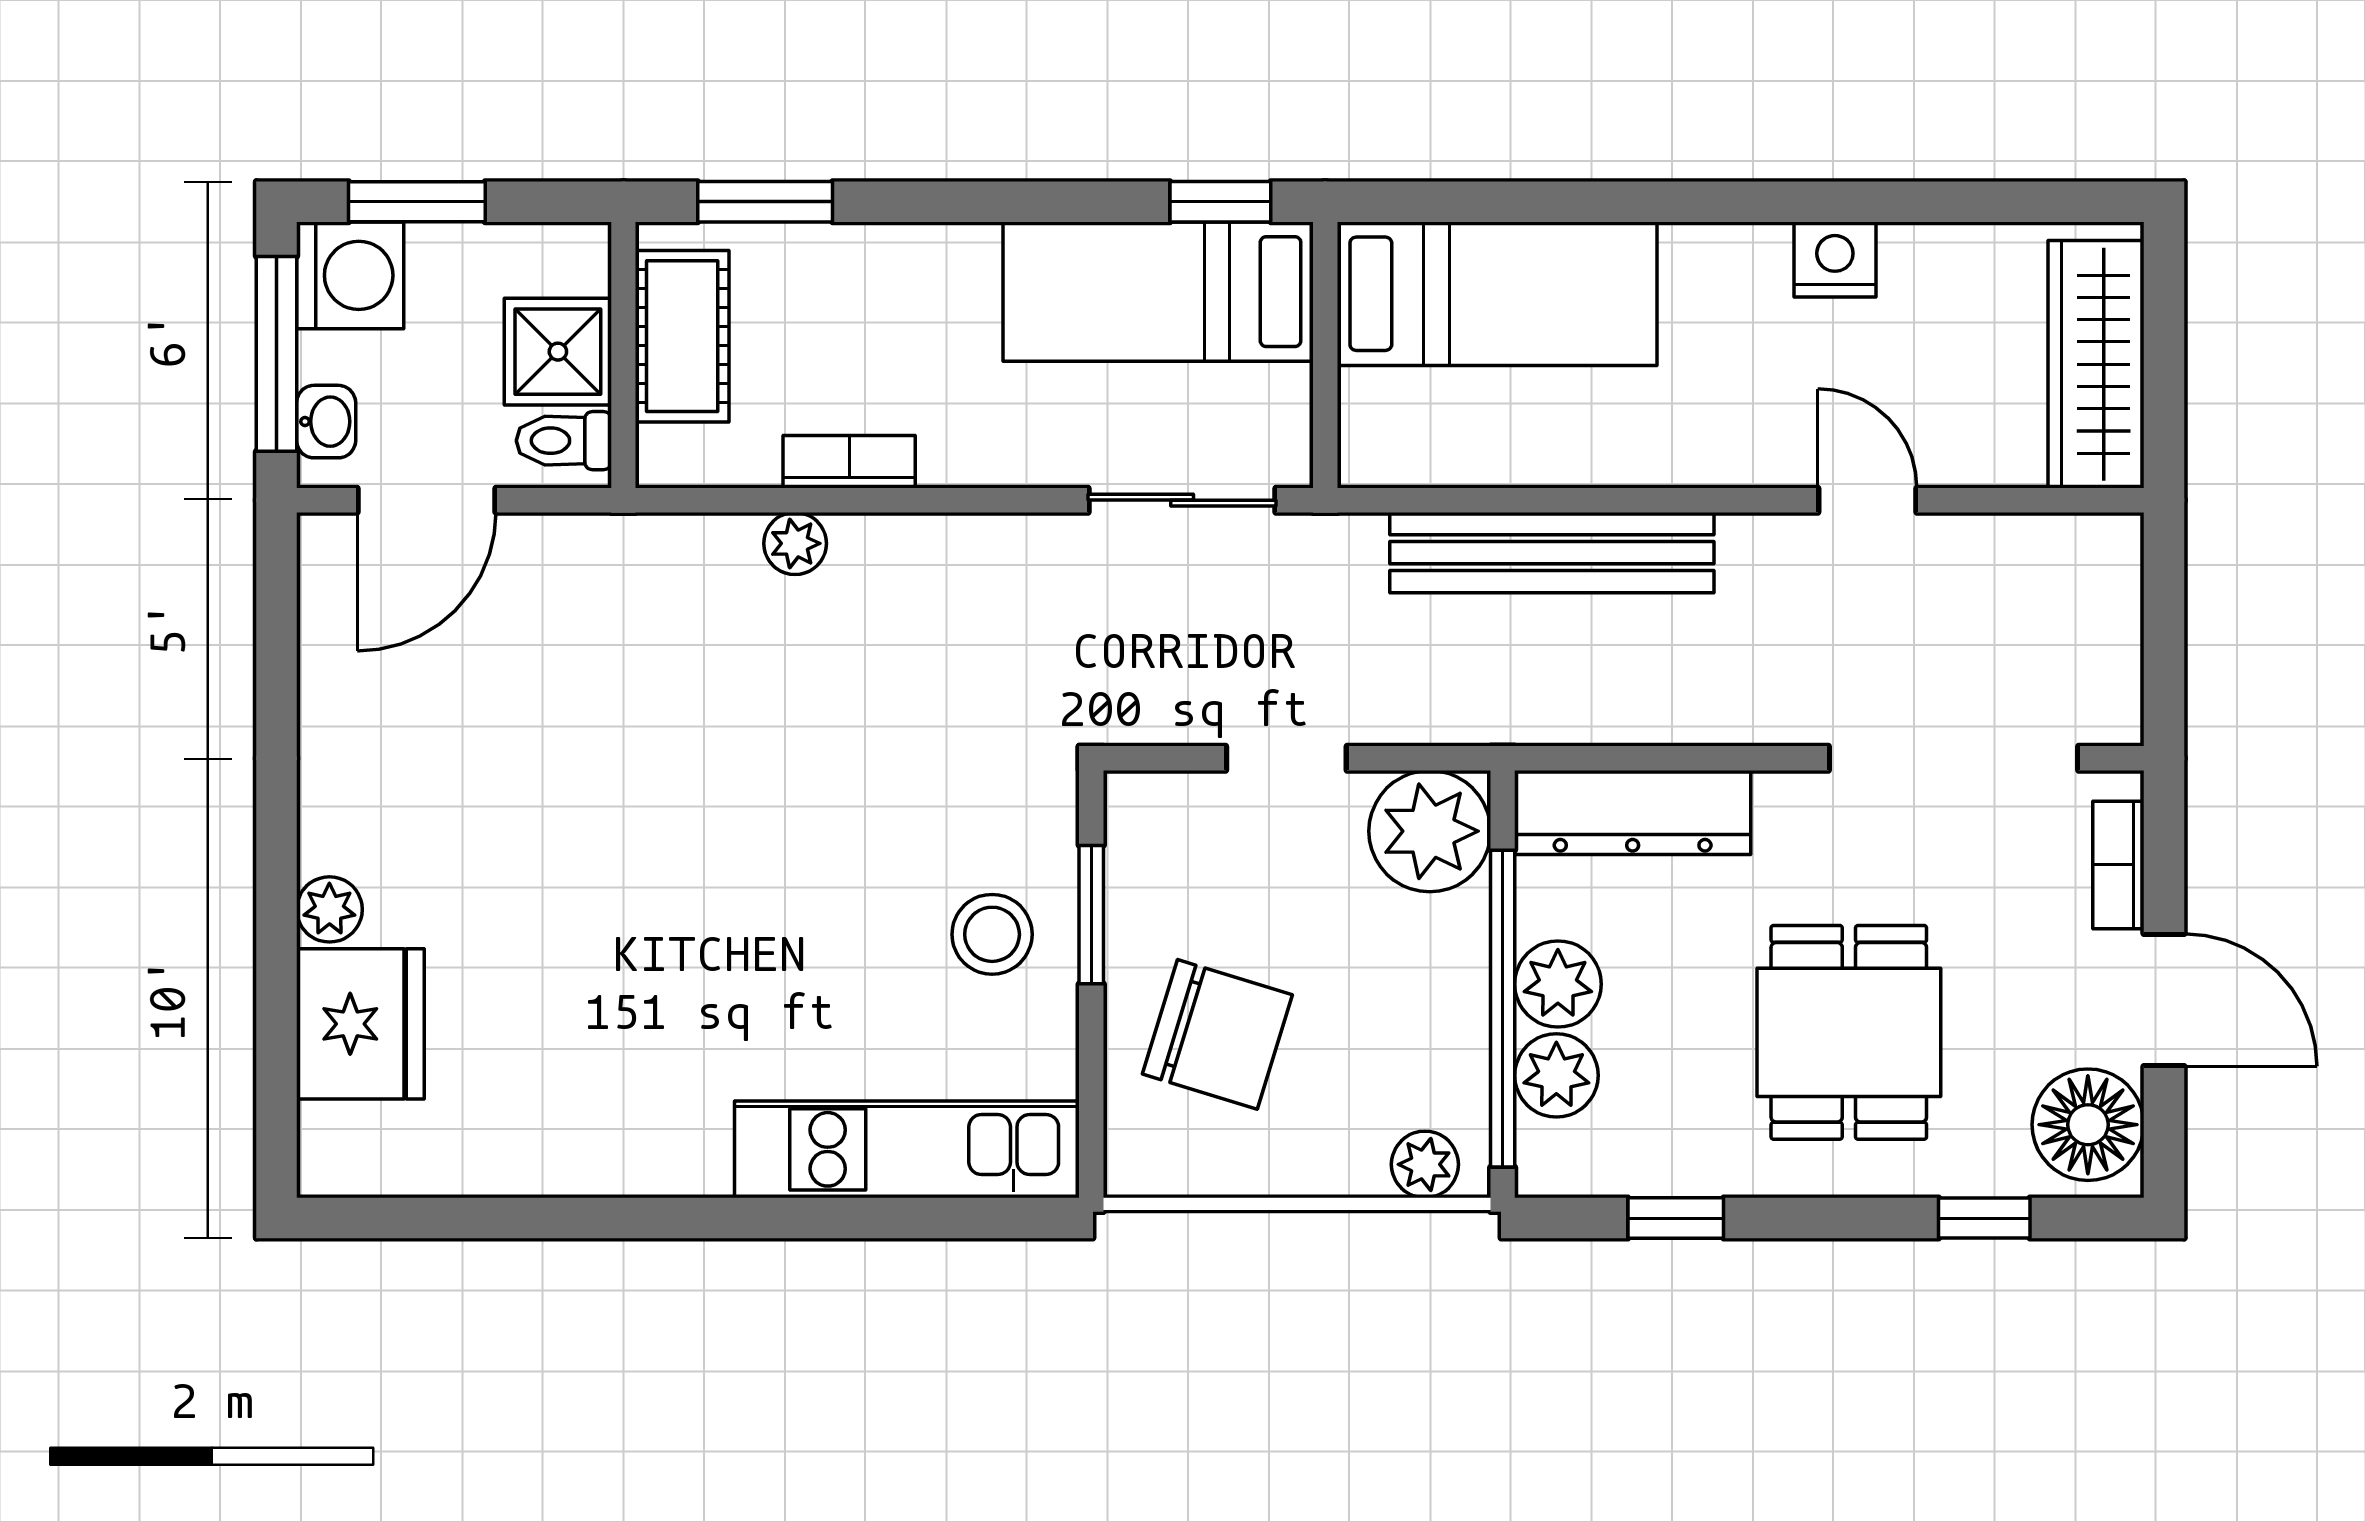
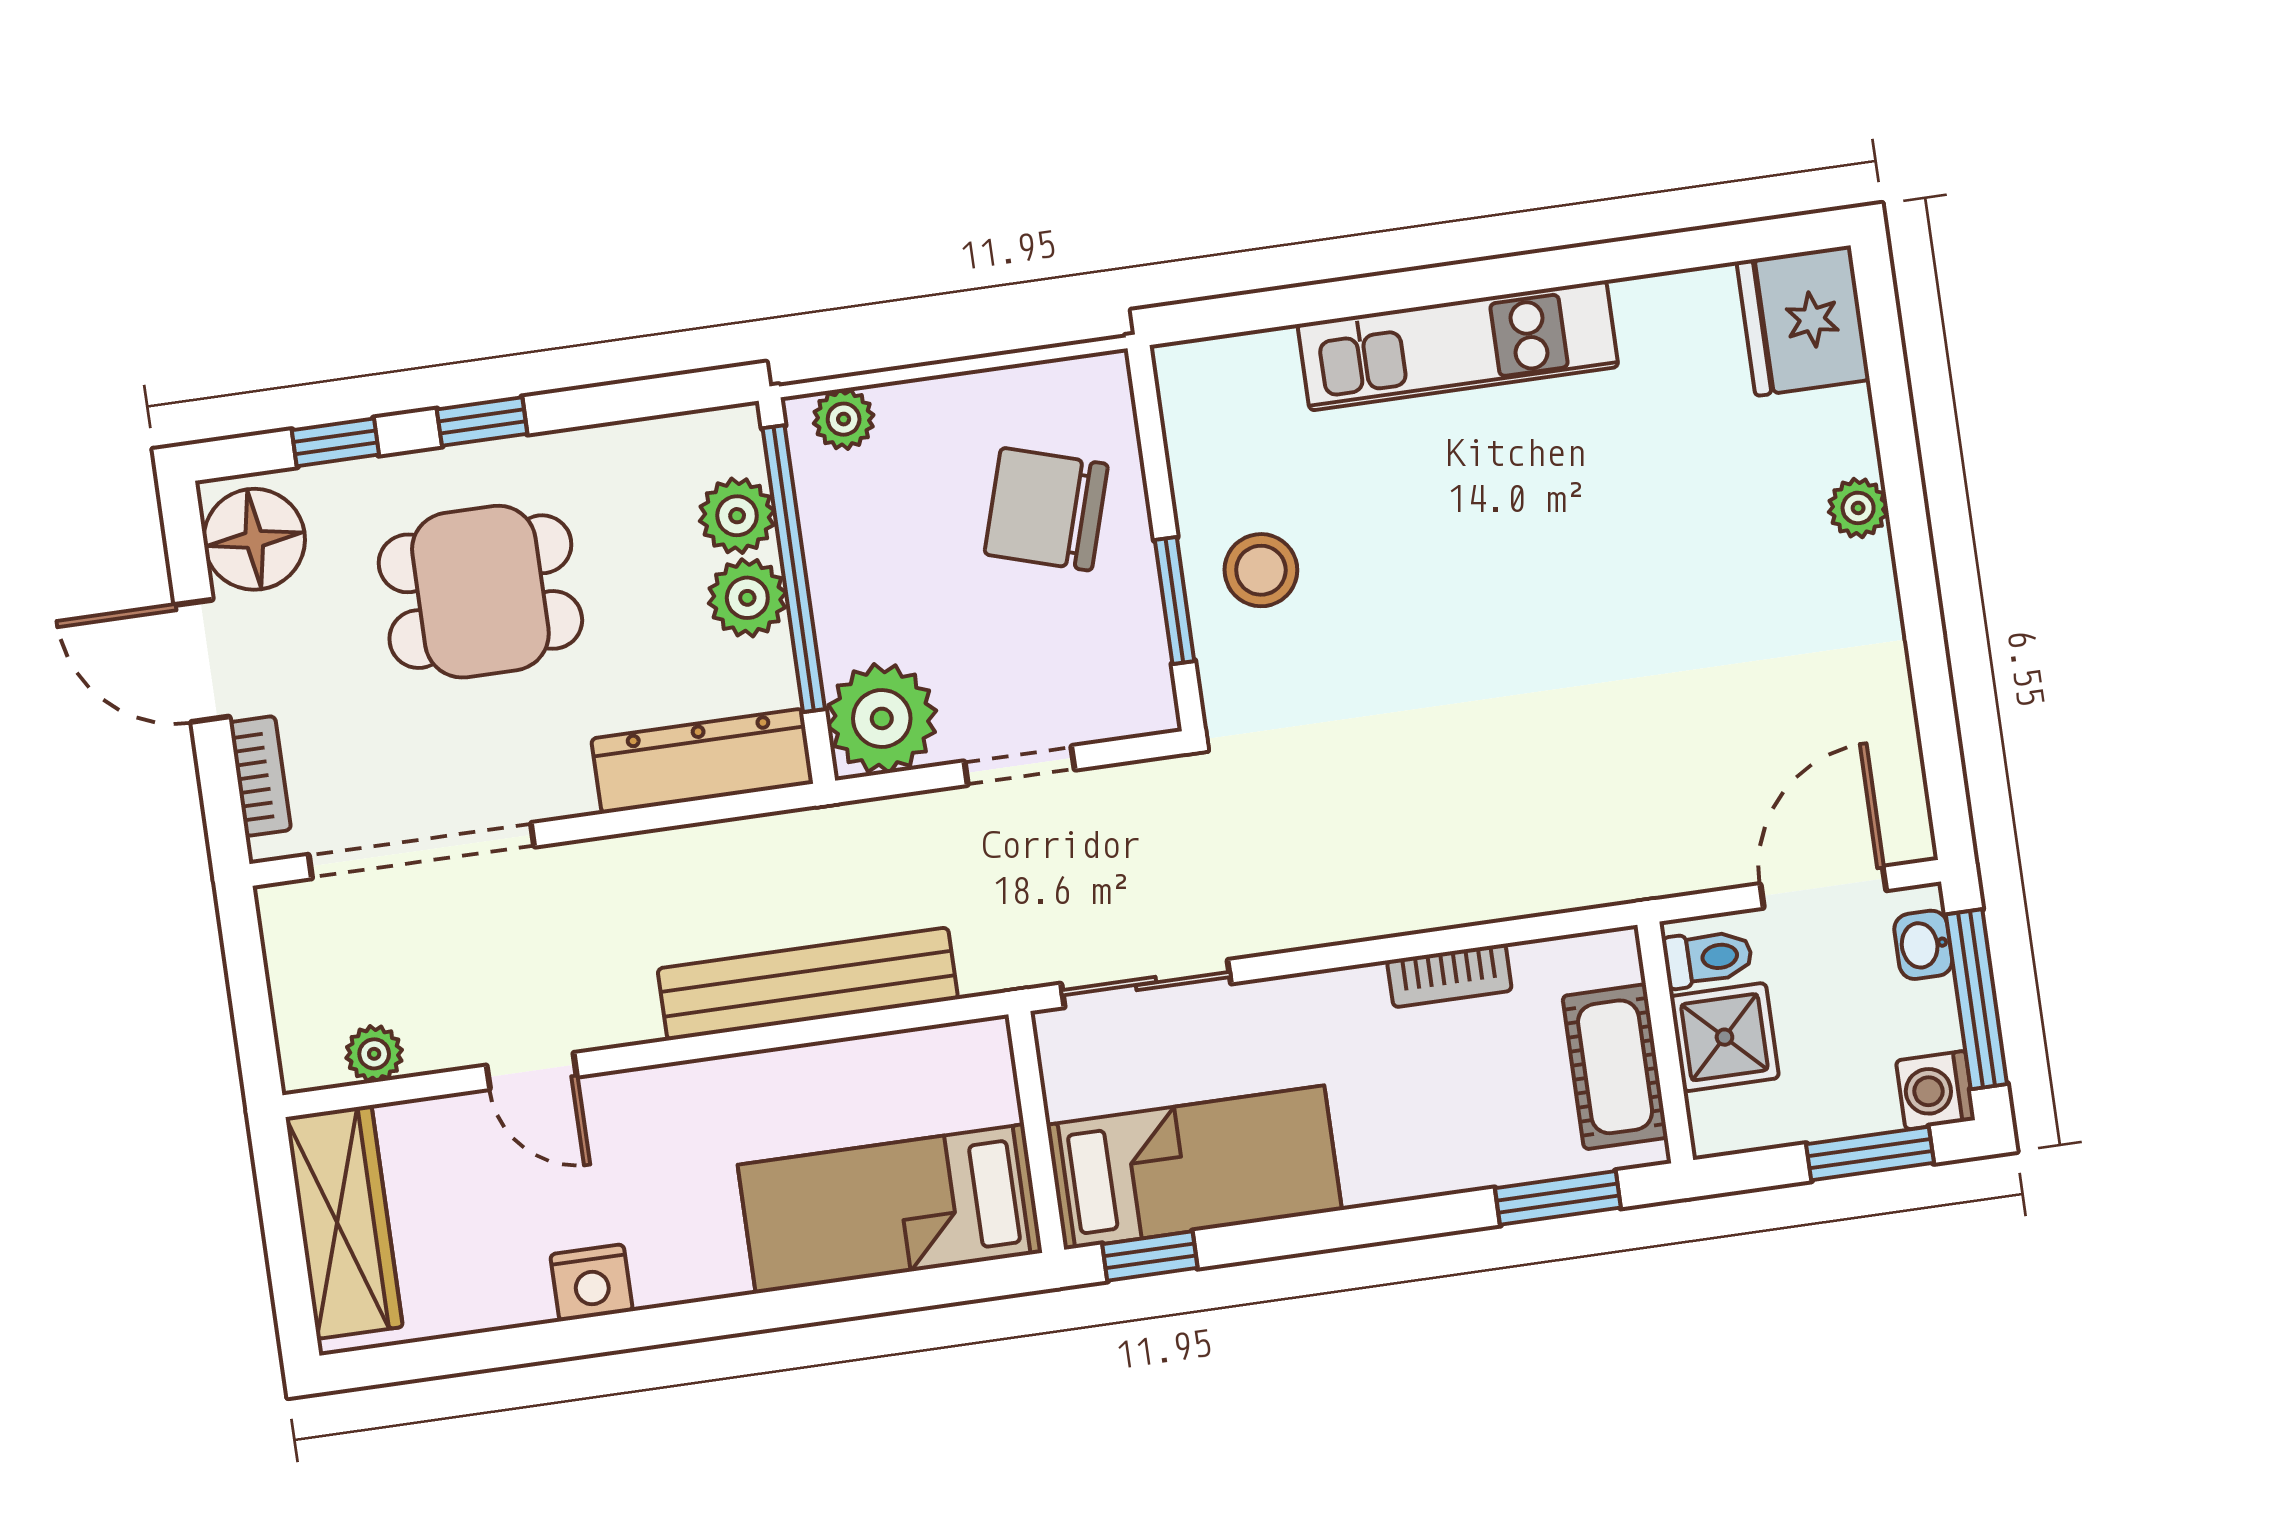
washing machine: (350, 275) -> (1935, 1090), width x0.73, depth x0.73
plant: (795, 543) -> (374, 1054), moved
fridge: (360, 1024) -> (1803, 321), moved
dining table: (1849, 1032) -> (480, 592), turned 90
kitchen unit: (907, 1149) -> (1458, 345), moved
window: (1676, 1218) -> (482, 422), moved

